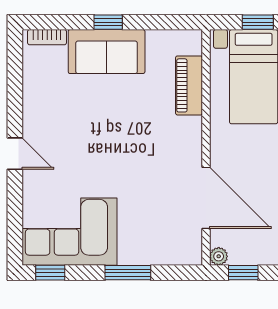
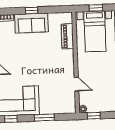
door: (206, 198) -> (76, 84), width x0.53

